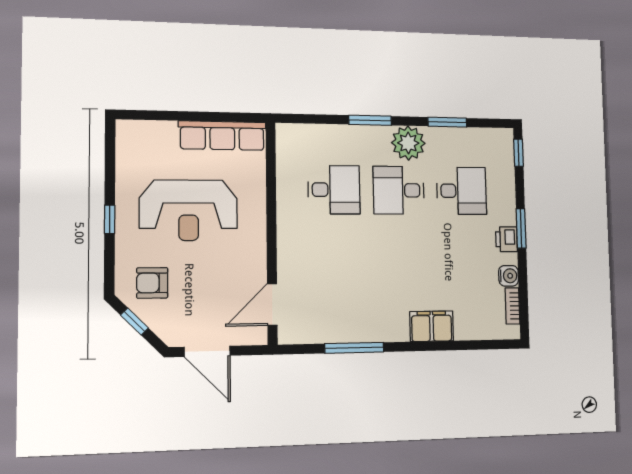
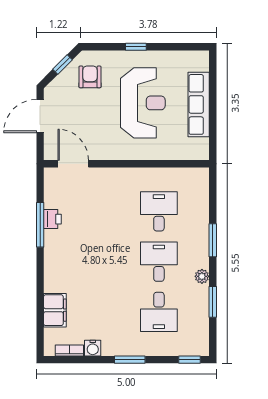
row of seats: (222, 136) -> (199, 104), moved
plant: (408, 143) -> (202, 276), width x0.53, depth x0.53
desk: (334, 190) -> (159, 211), turned 180
reception desk: (189, 210) -> (143, 103), turned 180
printer: (506, 239) -> (52, 219), moved, turned 90
filing cabinet: (432, 326) -> (55, 310), moved

